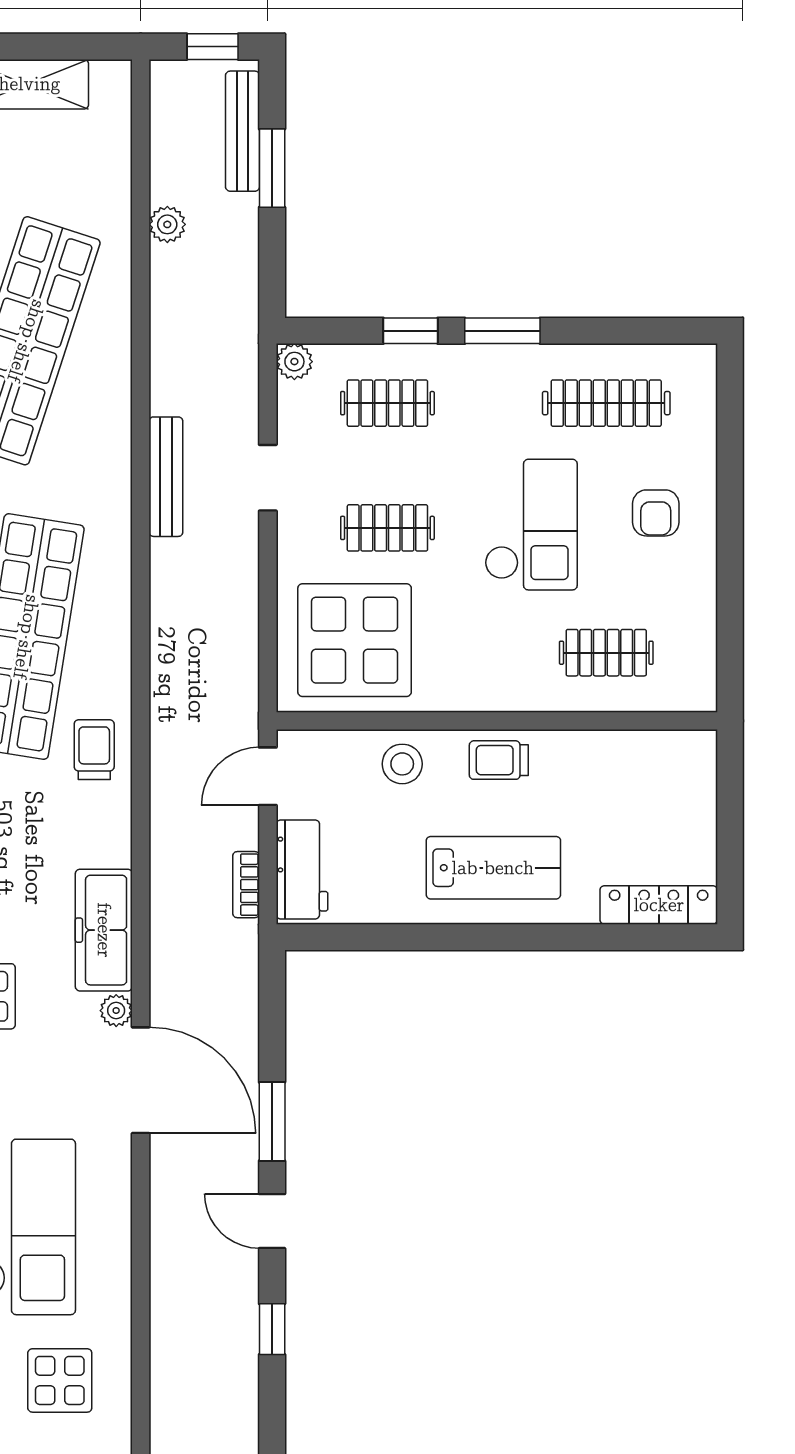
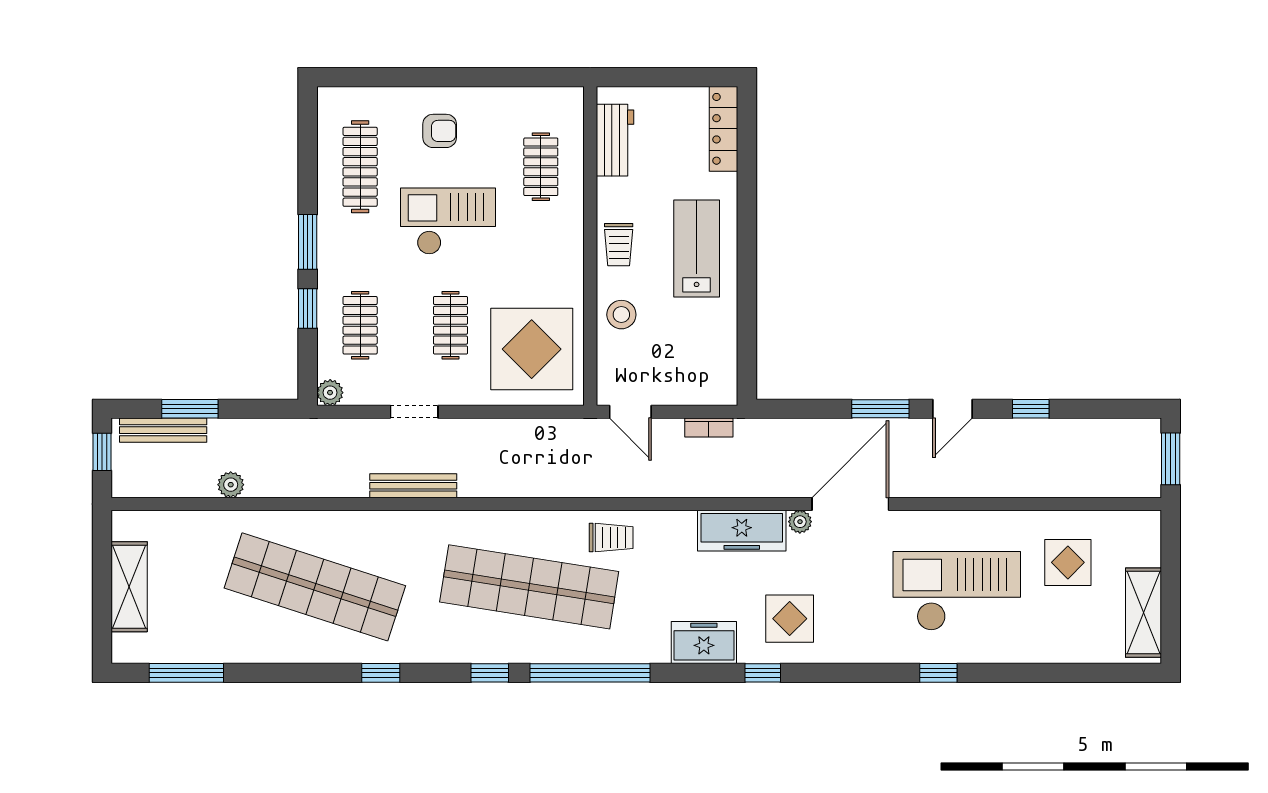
trolley: (94, 750) -> (611, 538), turned 180
workbench: (302, 869) -> (615, 140), moved, turned 90

